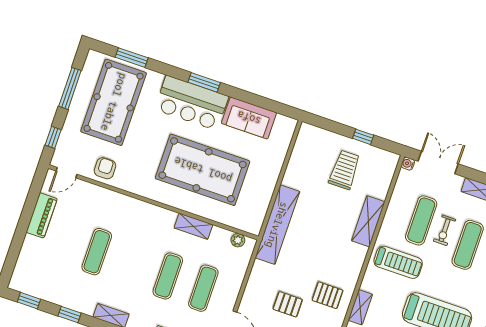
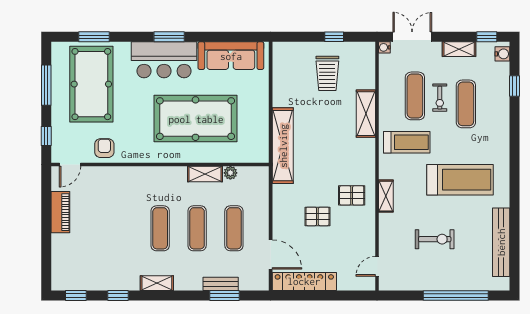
sofa: (249, 118) -> (231, 56), width x1.36
trolley: (344, 170) -> (327, 73), turned 180
plant: (238, 240) -> (230, 173), moved
exercise mat: (97, 252) -> (160, 228), moved

